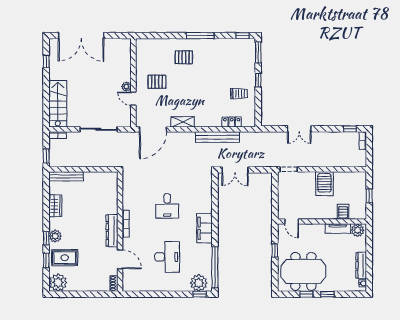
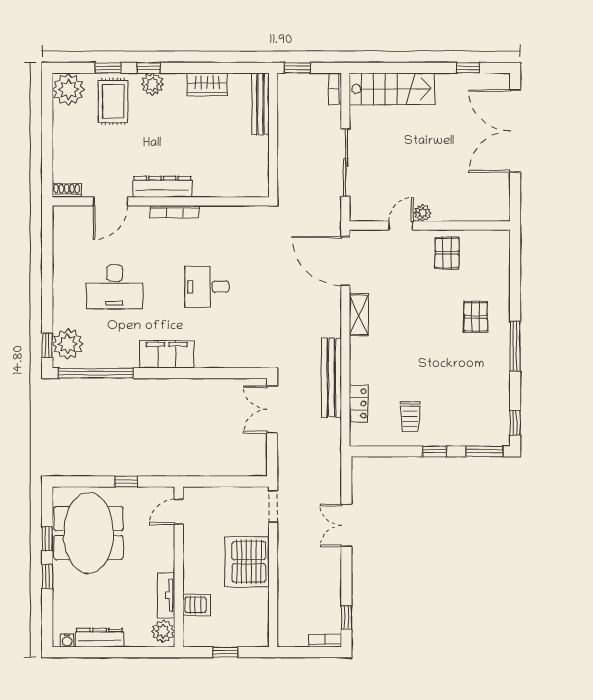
pallet: (157, 82) -> (447, 253), moved
server rack: (324, 184) -> (247, 562), width x1.60

